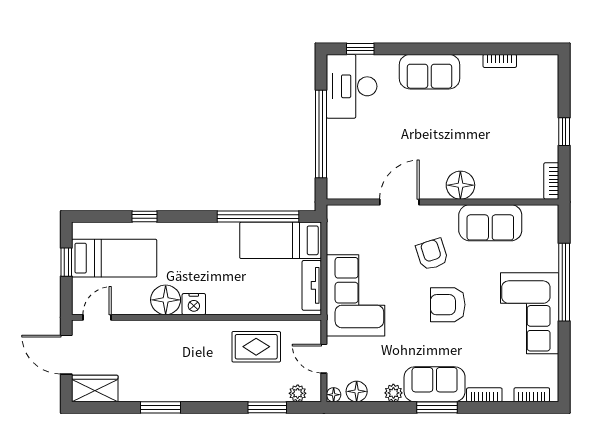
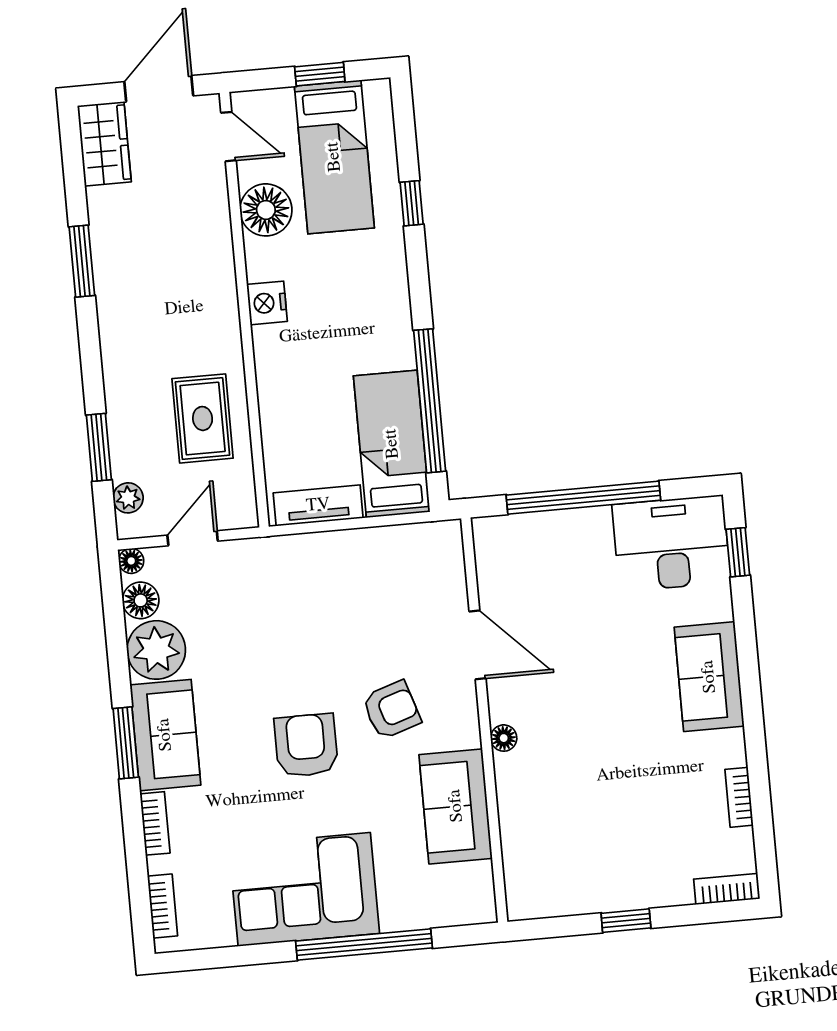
bookcase: (551, 181) -> (727, 889), moved
floor lamp: (460, 185) -> (504, 738), width x0.53, depth x0.53
corner sofa: (356, 295) -> (308, 583), removed
floor lamp: (166, 300) -> (266, 210), moved
plant: (393, 393) -> (156, 650), width x1.87, depth x1.87

